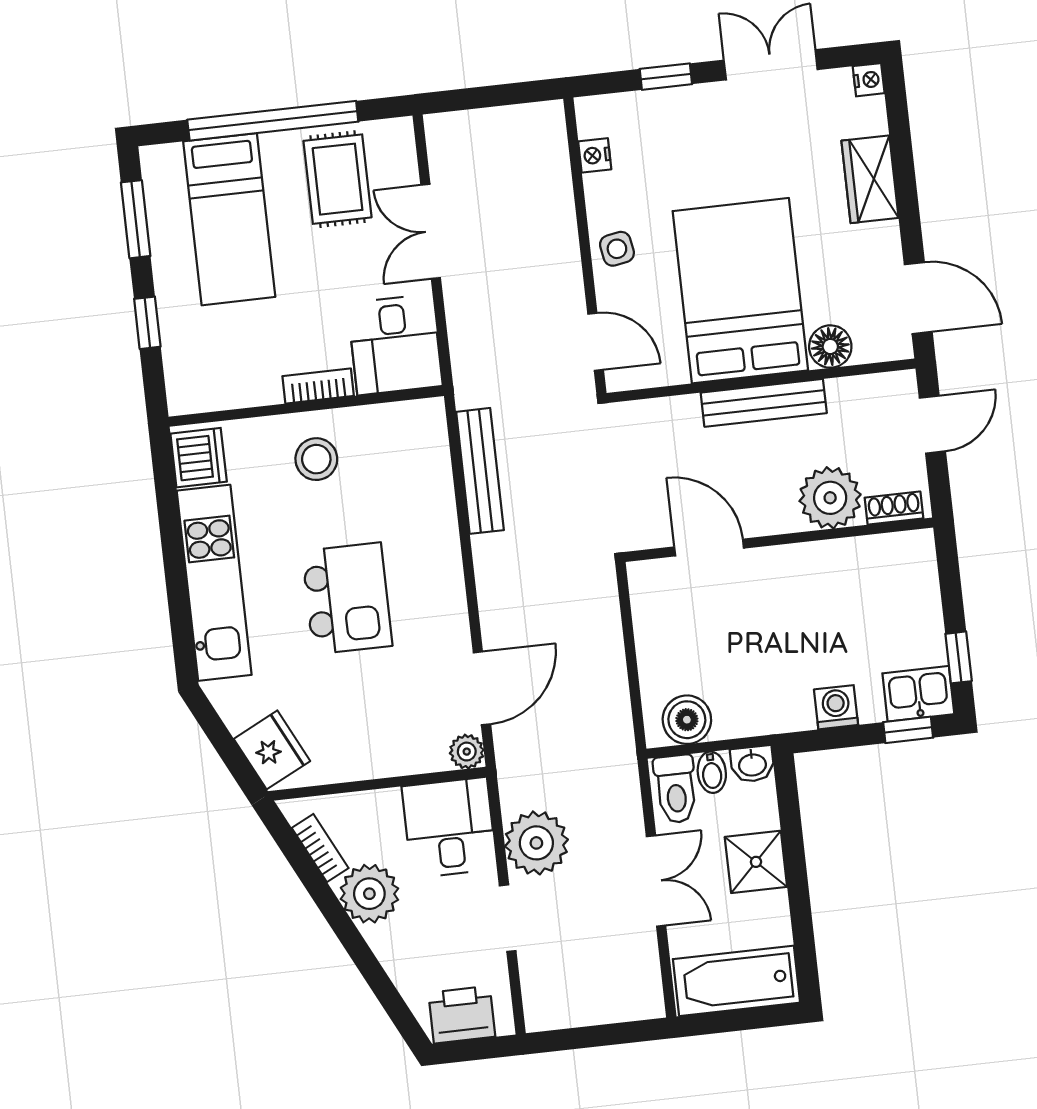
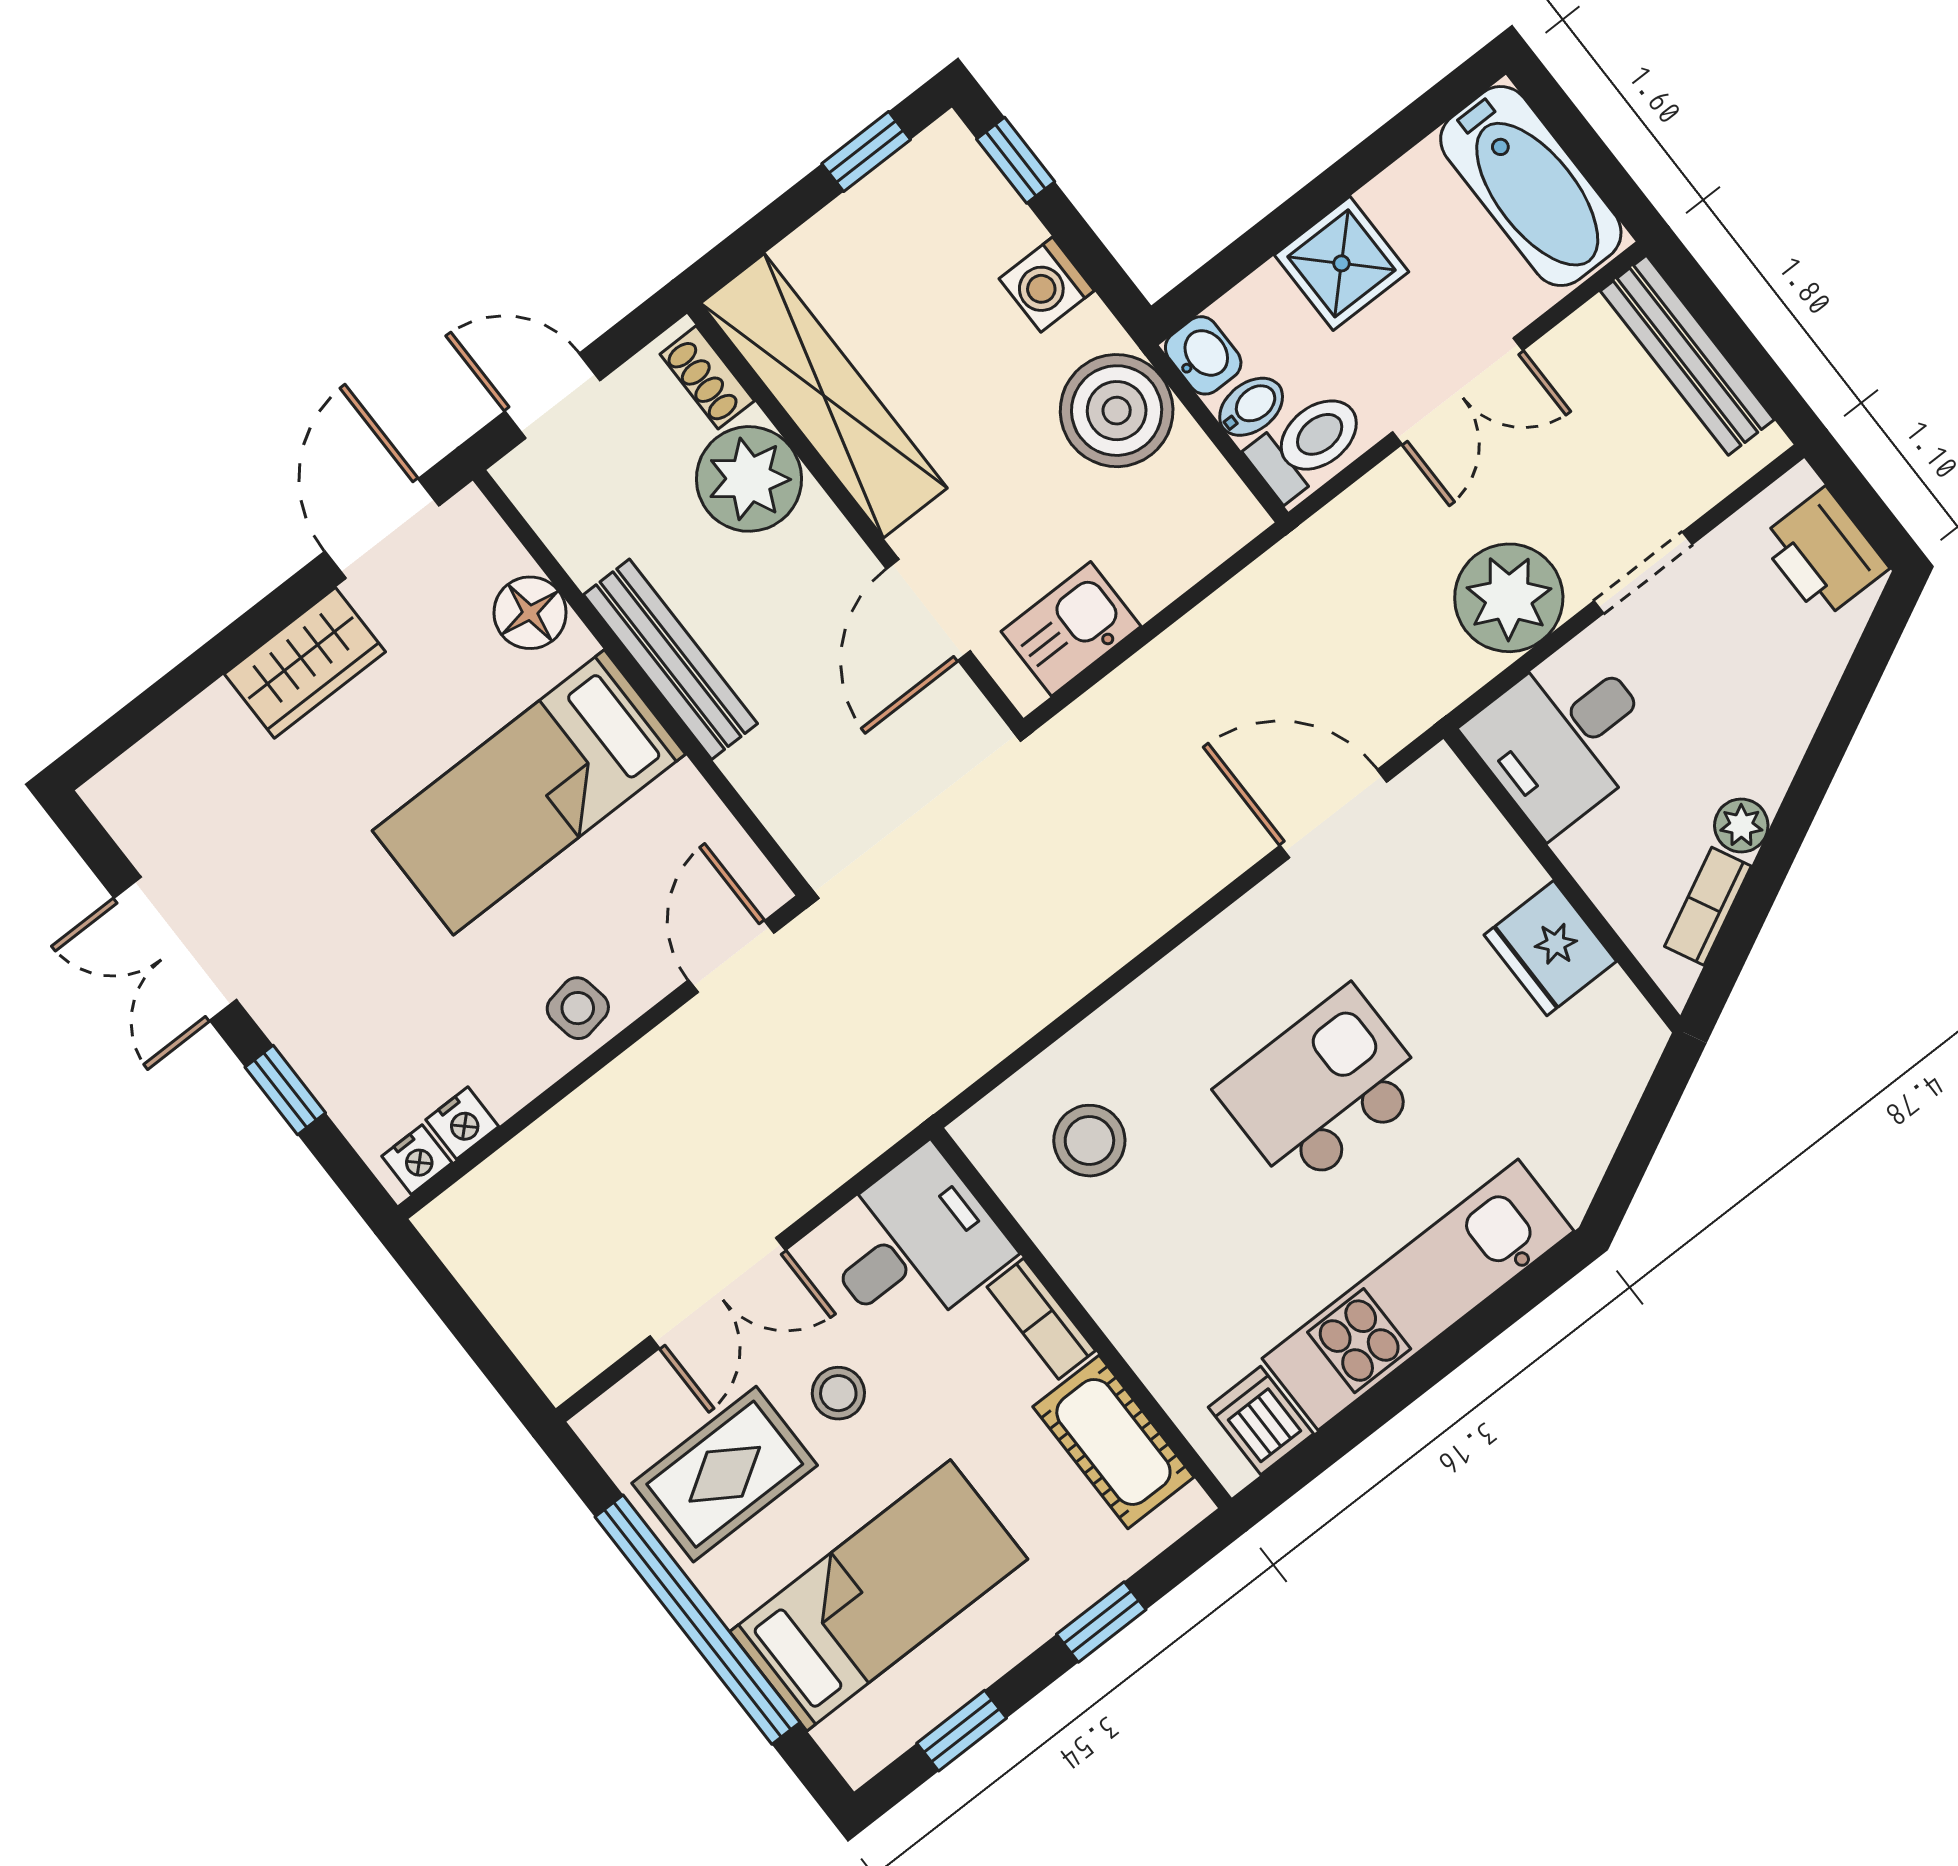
nightstand: (869, 80) -> (417, 1160), moved, turned 180
wardrobe: (870, 179) -> (305, 663), moved
window: (136, 219) -> (962, 1731), width x0.67
stool: (343, 261) -> (838, 1393), added
bed: (740, 291) -> (529, 792), width x0.67
cot: (234, 384) -> (1113, 1442), added
dishwasher: (199, 458) -> (1261, 1421), width x0.73
stool: (316, 459) -> (1089, 1141), moved
bench: (480, 471) -> (1687, 355), moved, turned 90
shelving: (849, 561) -> (824, 396), added
kitchen sink: (918, 694) -> (1071, 629), moved, turned 90
boiler: (687, 720) -> (1117, 411), moved, width x1.37, depth x1.37
fridge: (272, 750) -> (1550, 948), moved, turned -63
plant: (467, 752) -> (1438, 780), removed
double door: (656, 881) -> (1458, 391), swing flipped
plant: (369, 894) -> (1741, 826), width x0.53, depth x0.53

